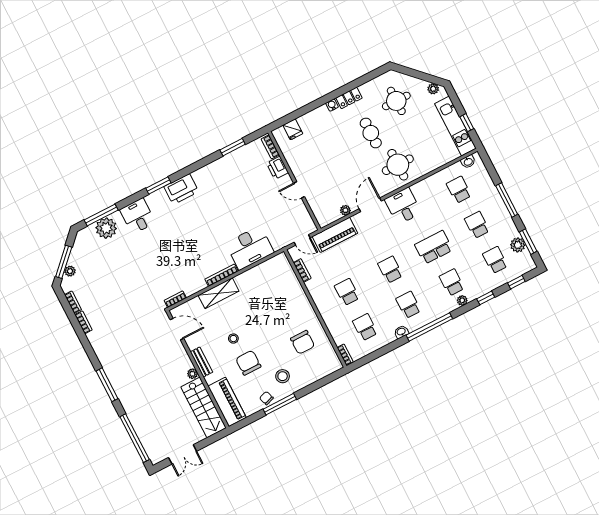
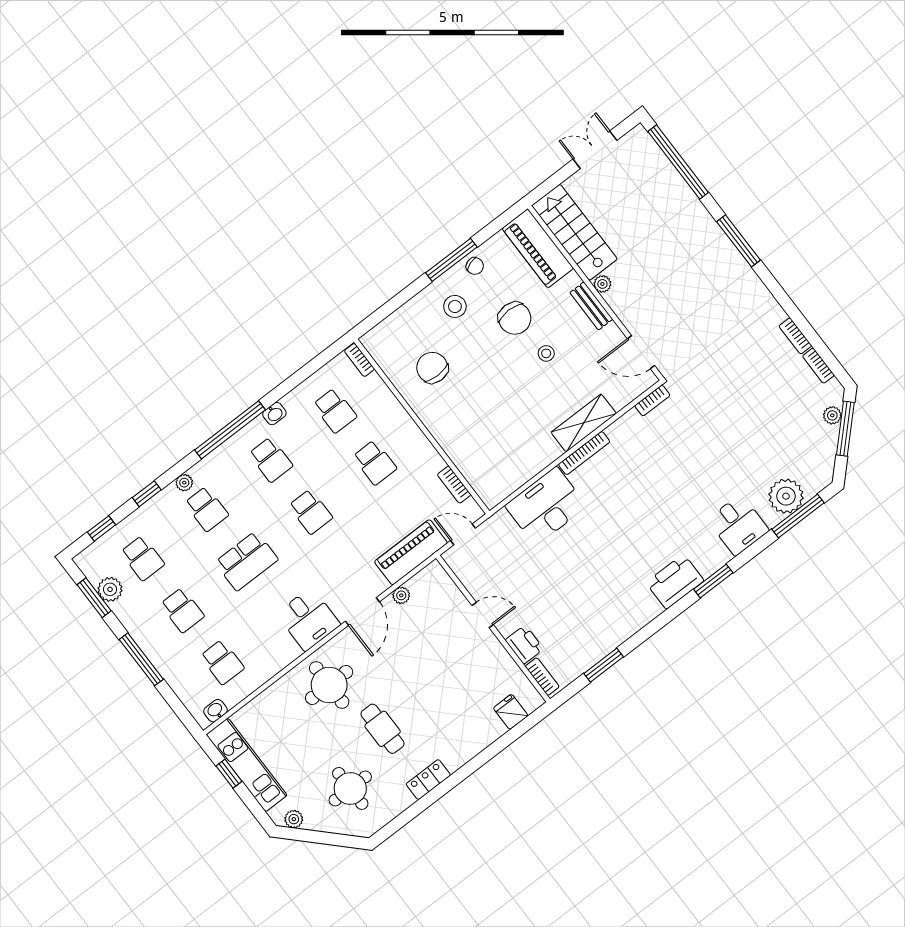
water cooler: (332, 105) -> (454, 763), removed

